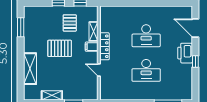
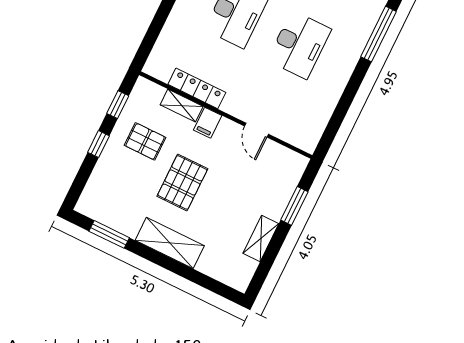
locker: (104, 46) -> (197, 88), moved
shelving: (30, 69) -> (170, 243), moved
door: (99, 70) -> (256, 130), hinge flipped

